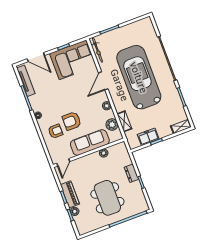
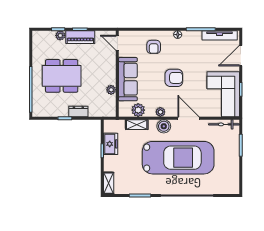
boiler: (117, 99) -> (164, 126), added
armchair: (72, 121) -> (174, 78), moved, turned 90

